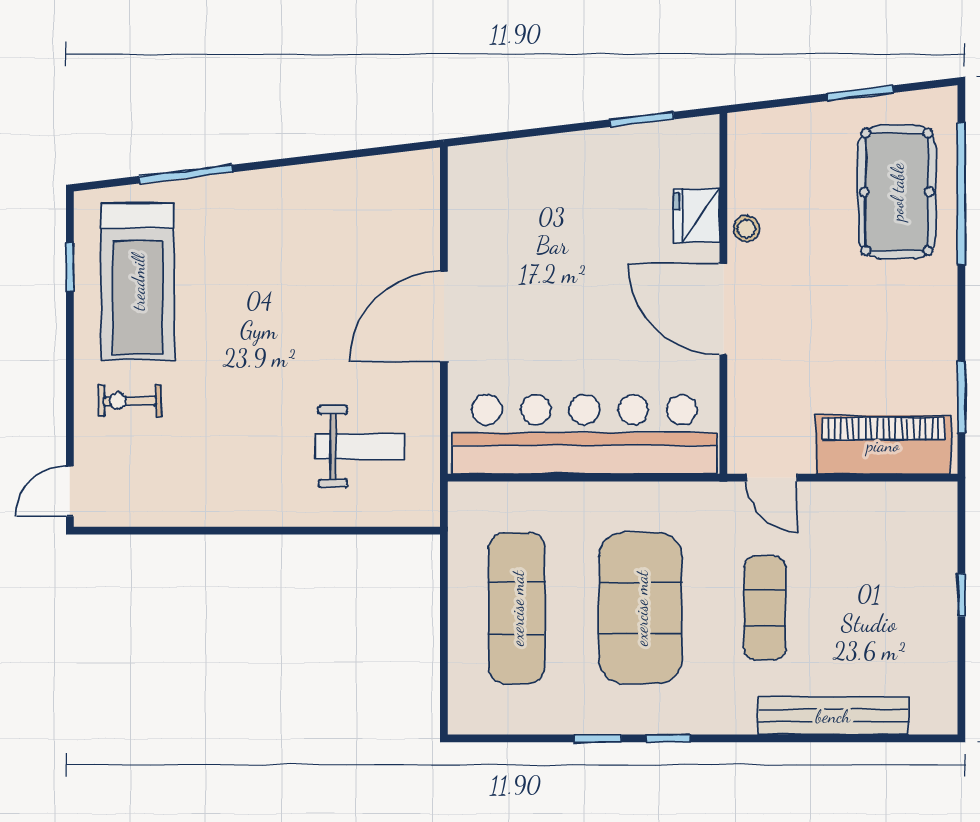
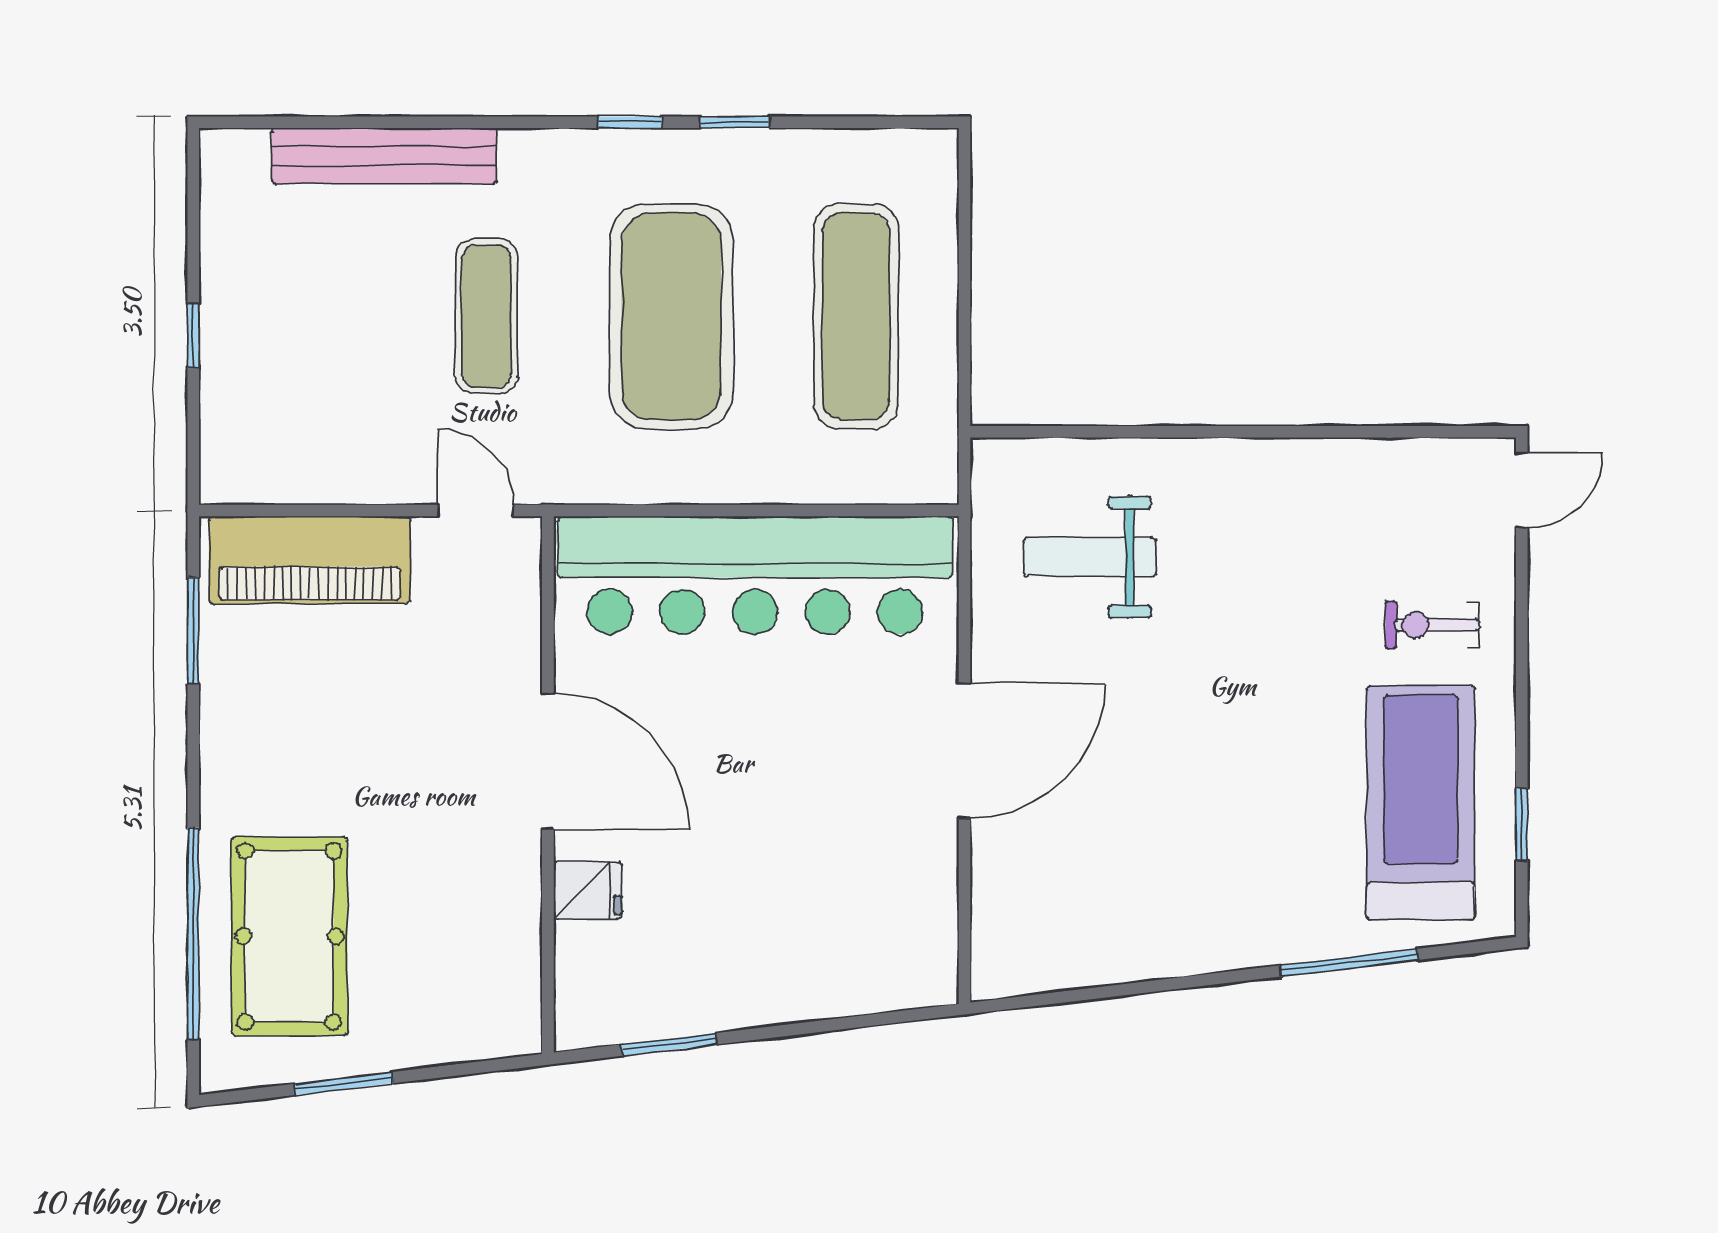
fridge: (697, 215) -> (588, 890), width x0.72
stool: (747, 229) -> (513, 881), removed
exercise bike: (130, 401) -> (1432, 625), turned 180

